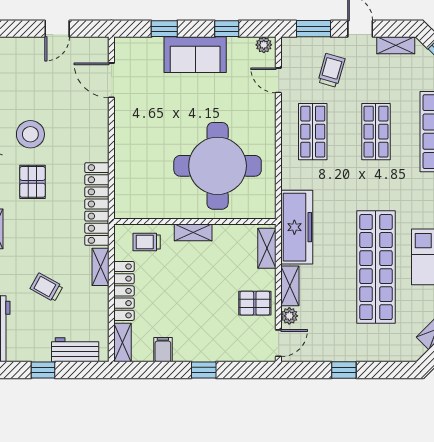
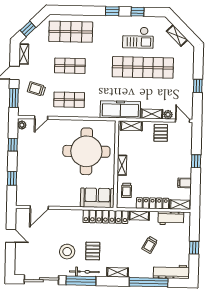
sofa: (195, 55) -> (97, 198), moved, turned -90
pallet: (33, 182) -> (93, 251), turned 90
workbench: (75, 350) -> (171, 218), moved, turned -90

